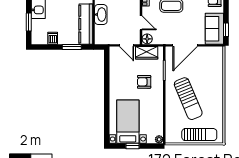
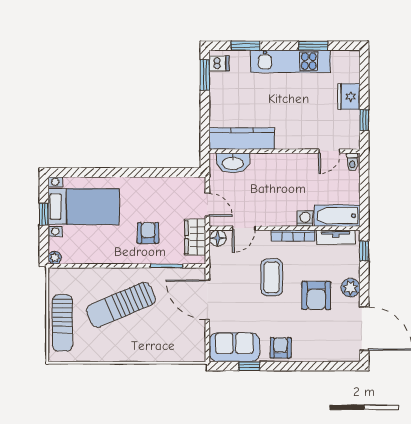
washbasin: (101, 15) -> (233, 163), moved
window: (226, 30) -> (249, 366), moved
dishwasher: (53, 38) -> (219, 63), moved
door: (127, 45) -> (207, 205), swing flipped
window: (72, 47) -> (205, 75), moved

